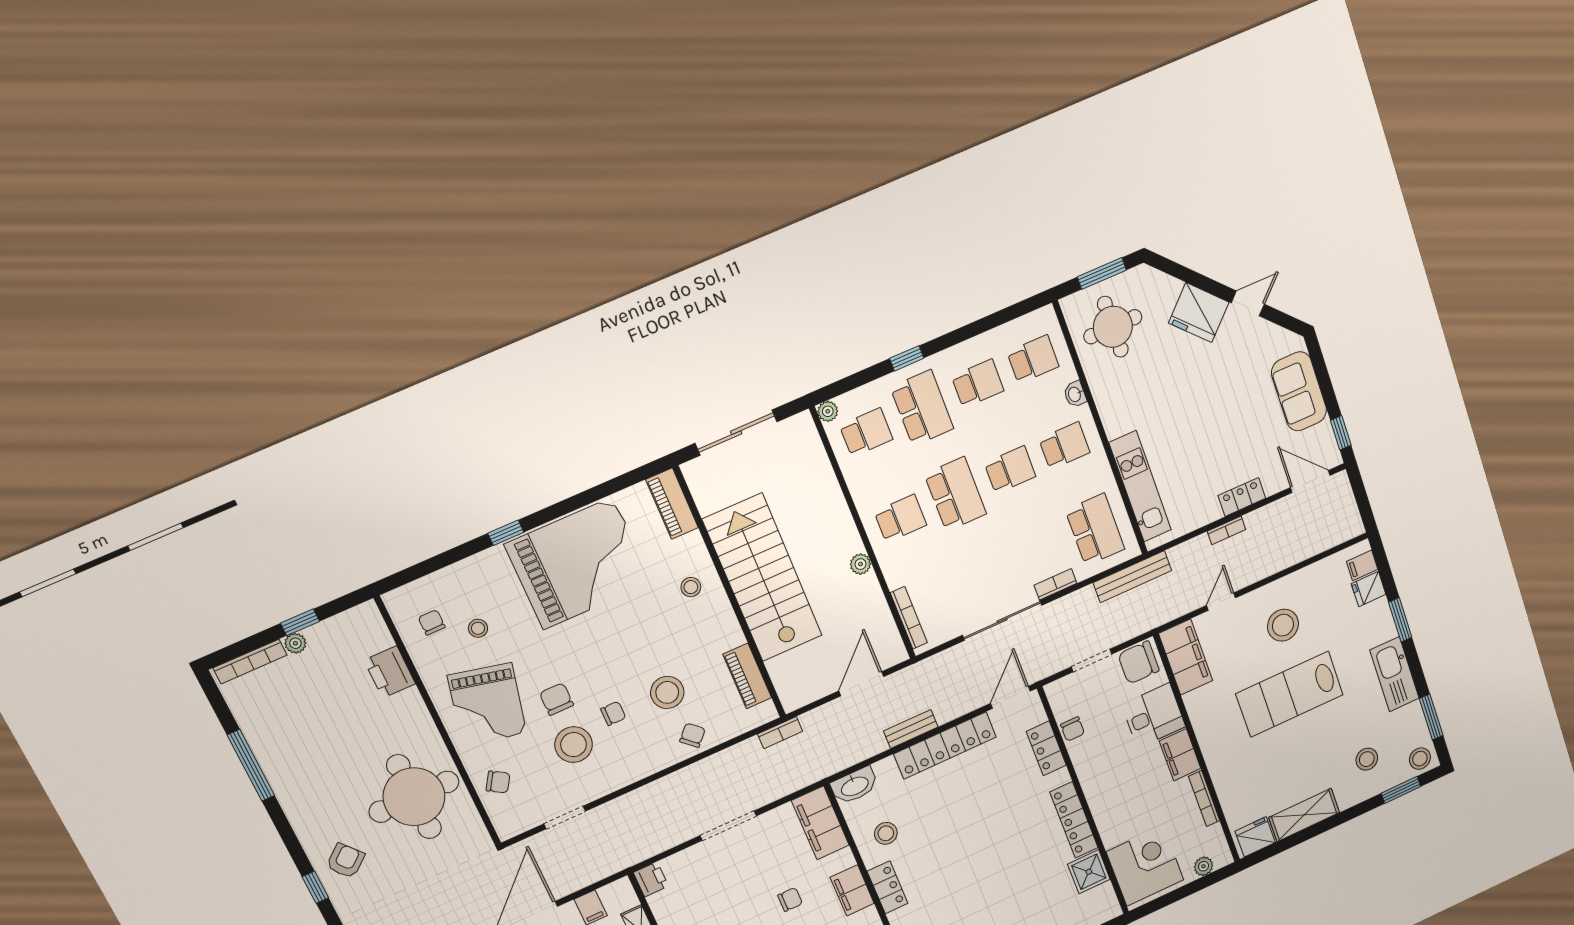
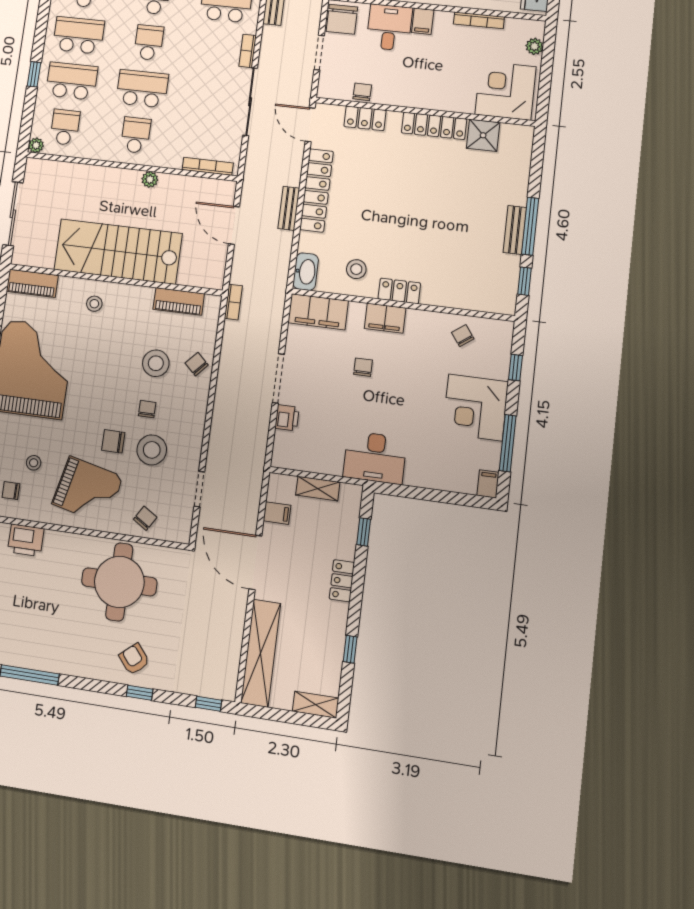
school desk: (978, 384) -> (79, 35), width x1.85
chair: (1073, 729) -> (362, 92), turned -89
filing cabinet: (1180, 755) -> (423, 21), width x0.50
printer: (651, 879) -> (287, 418), moved, turned 90

